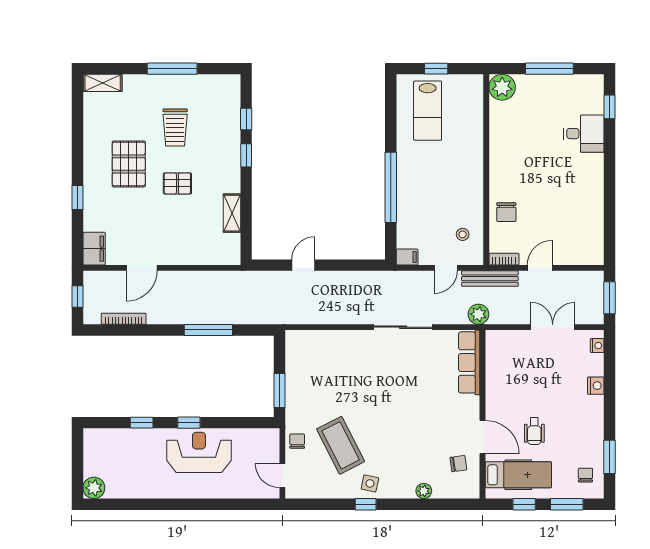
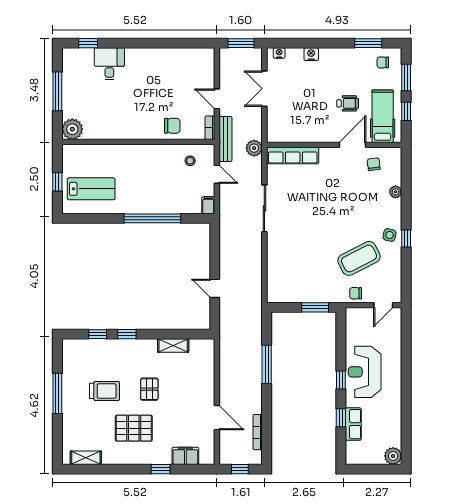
shelving: (103, 83) -> (86, 458), moved, turned 90
filing cabinet: (94, 249) -> (185, 456), moved
row of seats: (134, 438) -> (353, 424), added

